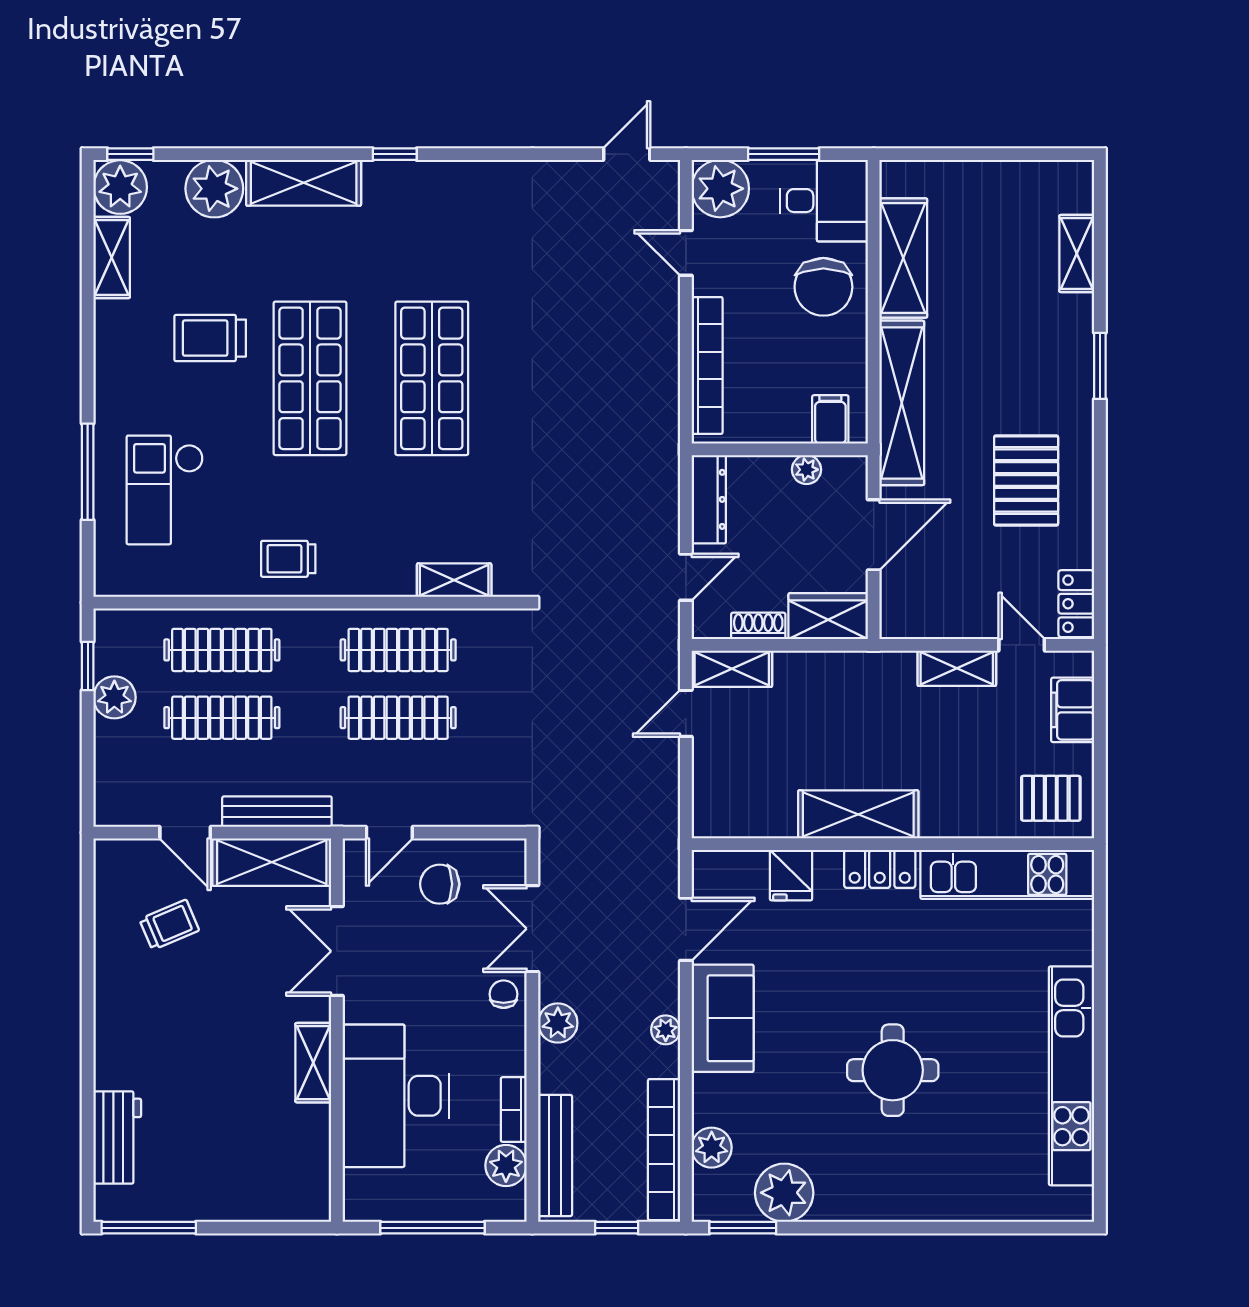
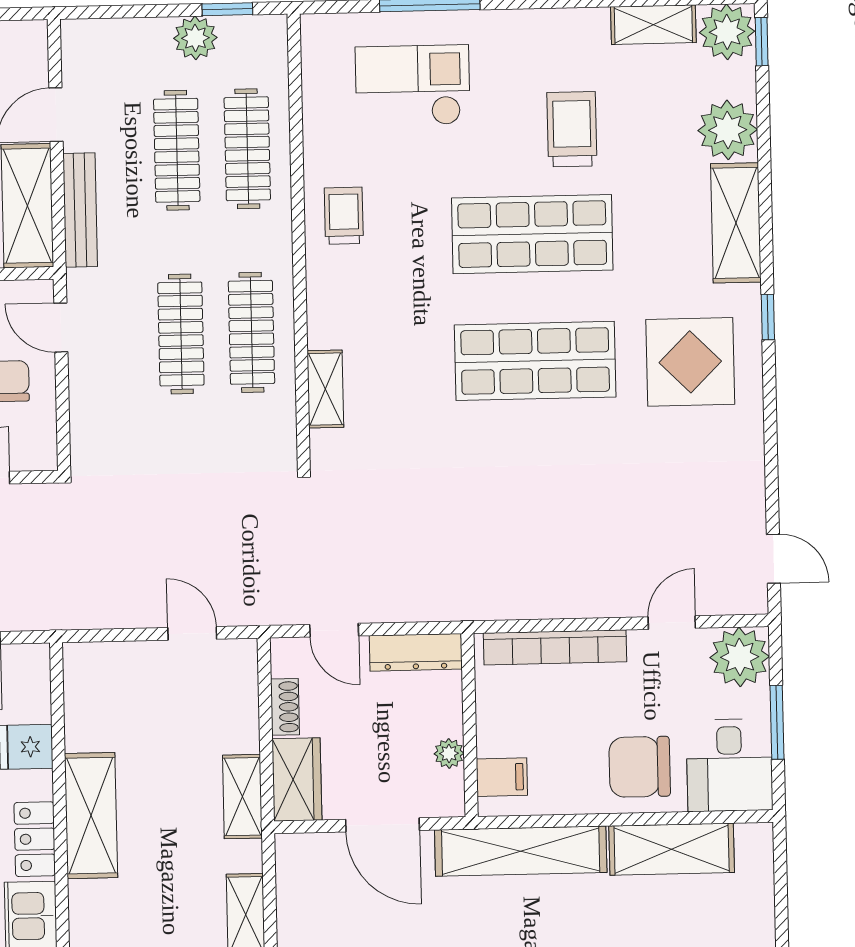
display table: (436, 229) -> (690, 362), added
shelving: (732, 669) -> (242, 797), moved

